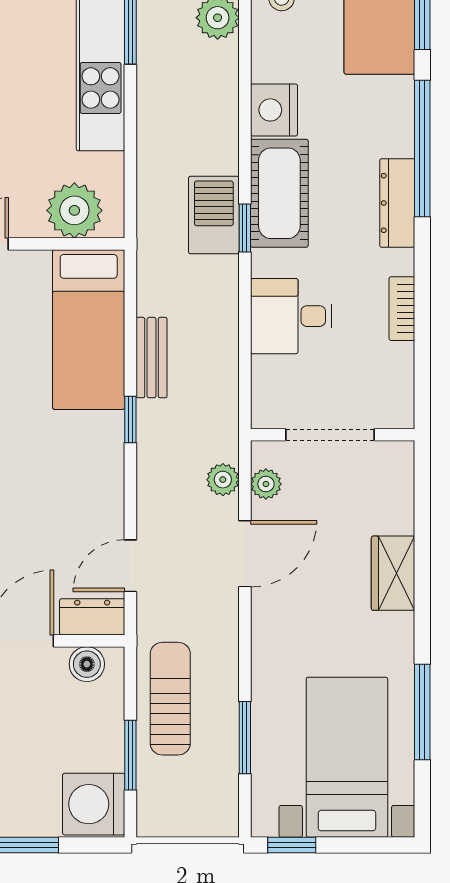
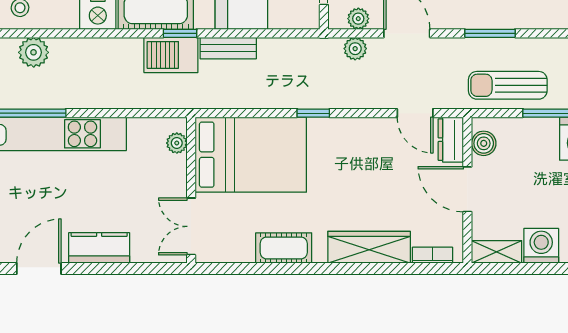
plant: (74, 210) -> (177, 143), width x0.53, depth x0.53
bed: (89, 330) -> (251, 155), width x1.50
bench: (152, 358) -> (228, 48), moved
window: (245, 738) -> (490, 33), moved

